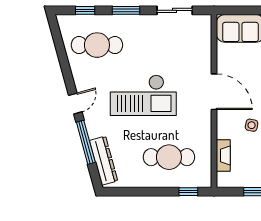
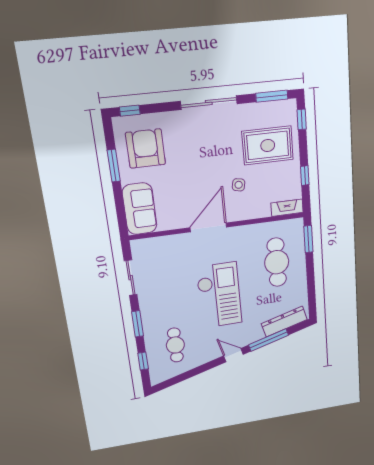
cafe table: (97, 45) -> (175, 345), width x0.73, depth x0.74
fireplace: (223, 156) -> (287, 208), moved
window: (188, 192) -> (308, 239), width x1.50

